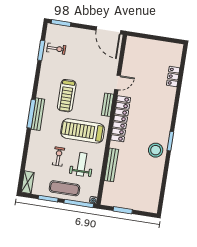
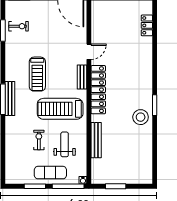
locker: (173, 77) -> (147, 25), moved
shelving: (28, 182) -> (10, 172), removed

